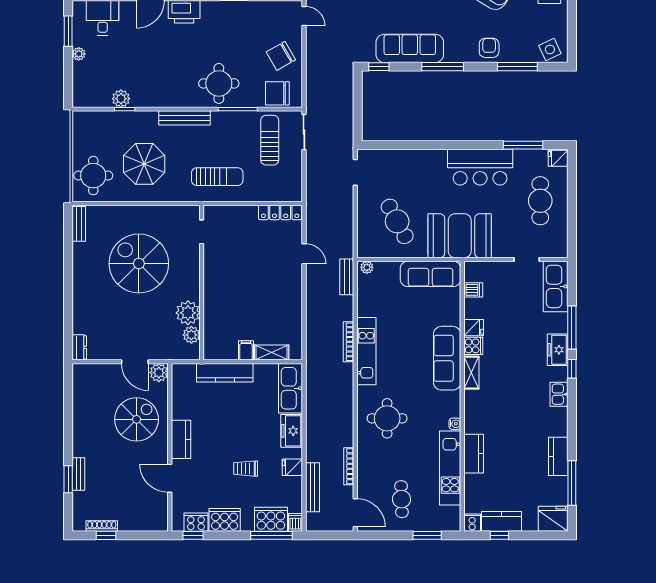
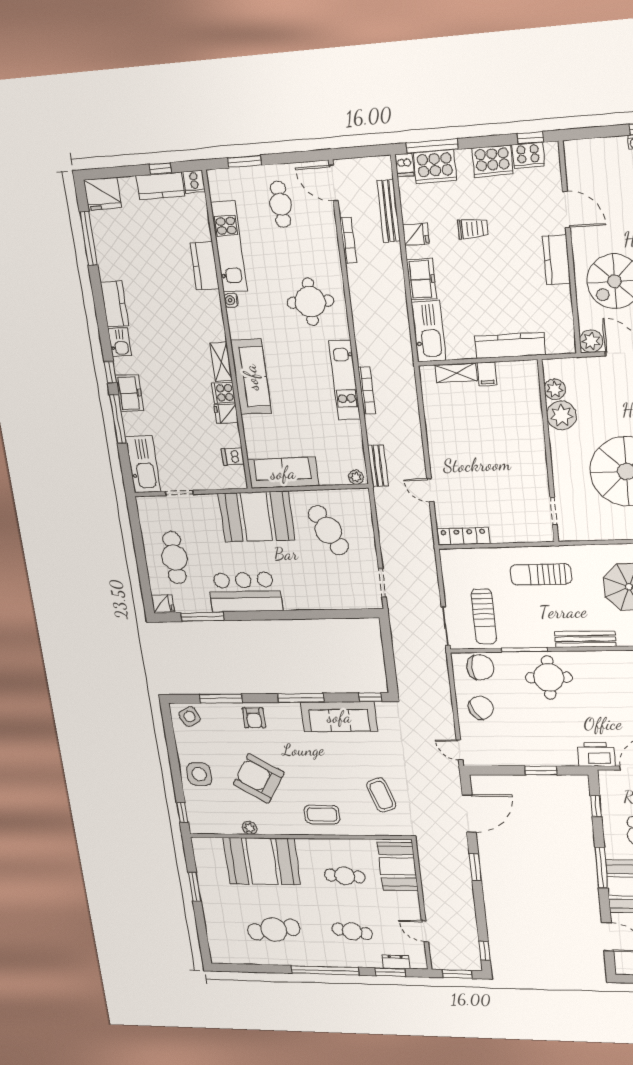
kitchen counter: (558, 456) -> (114, 304), moved

